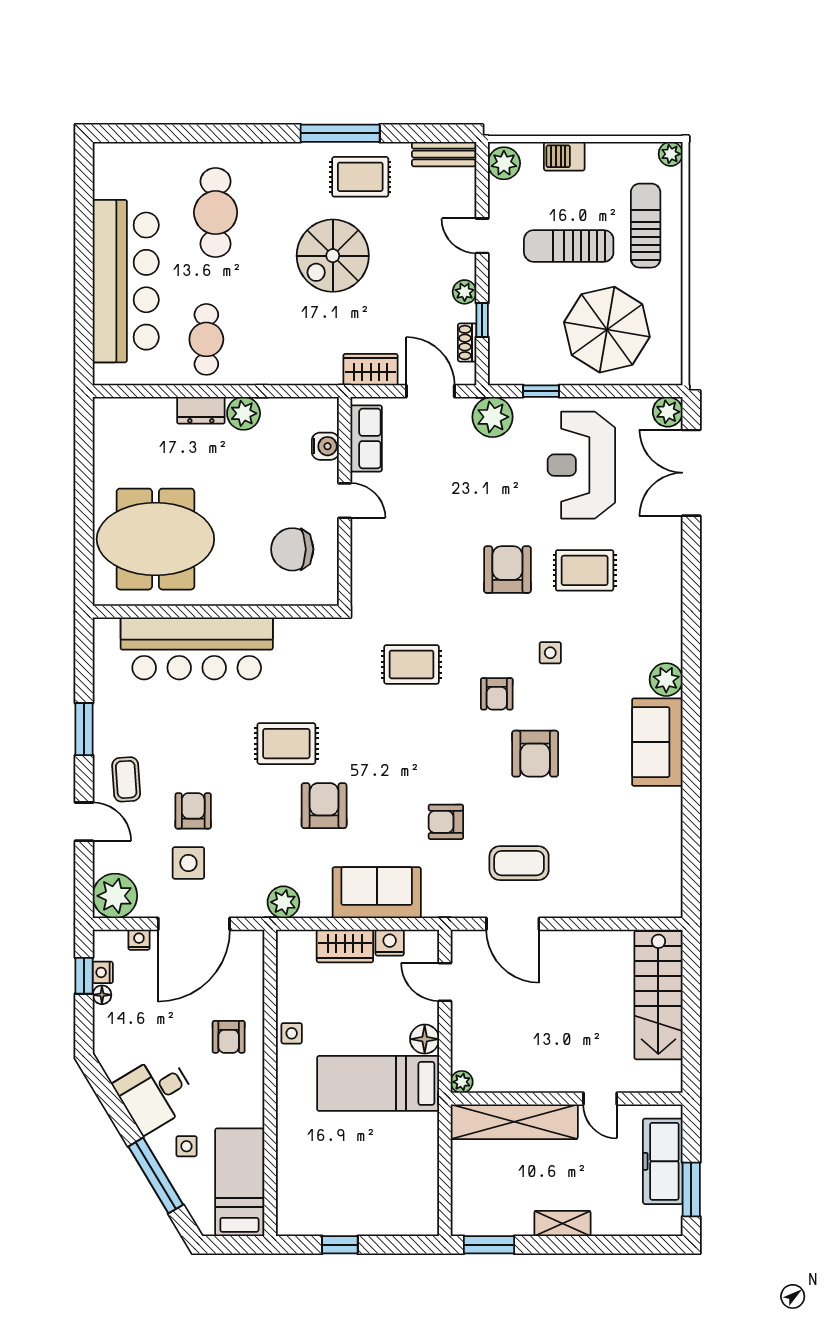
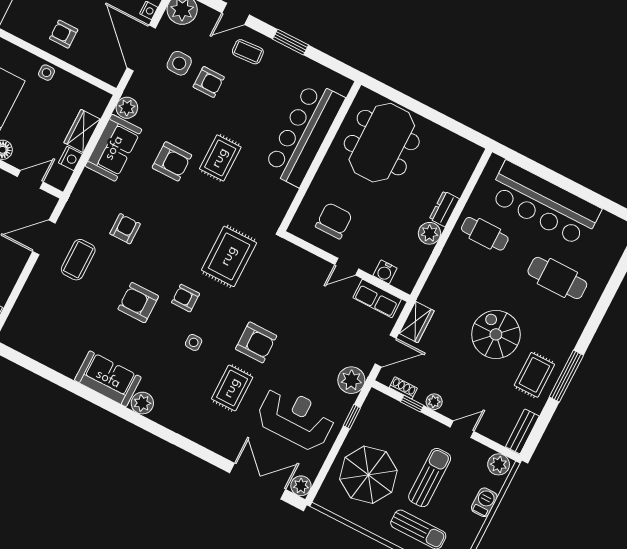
rug: (412, 664) -> (229, 256), width x1.36, depth x1.43
sofa: (377, 893) -> (114, 148), moved

